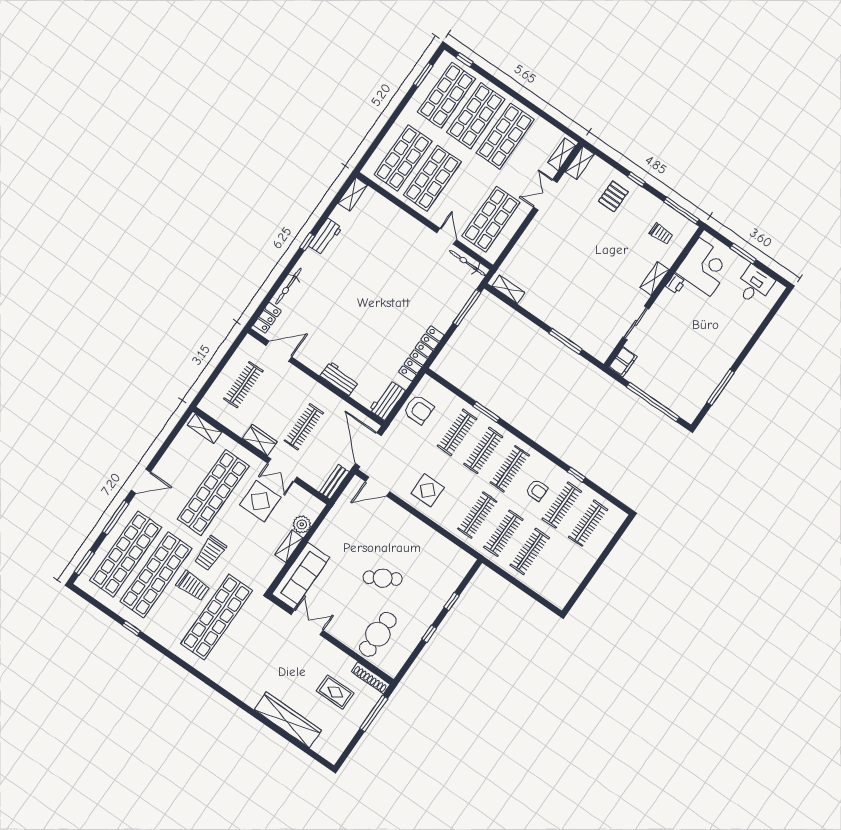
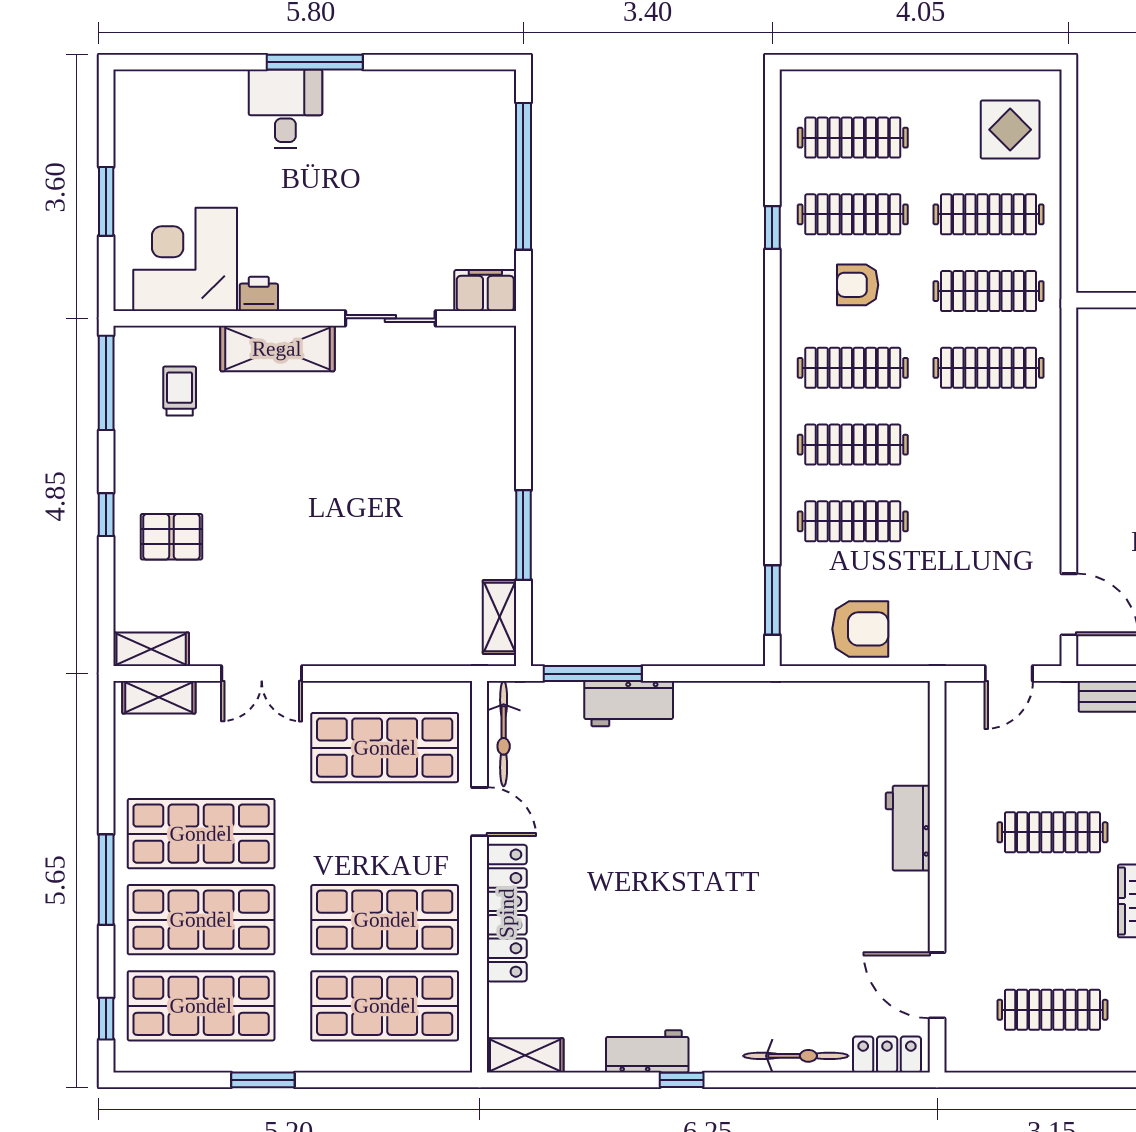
window: (423, 75) -> (263, 1080), moved
window: (512, 93) -> (106, 880), added
door: (447, 236) -> (480, 812), swing flipped
shelving: (654, 279) -> (277, 349), width x1.50, depth x1.33
desk: (754, 285) -> (285, 109), moved, turned 90
window: (566, 341) -> (523, 535), moved
locker: (421, 354) -> (507, 913), moved, turned -90
window: (721, 387) -> (315, 62), moved
workbench: (387, 400) -> (629, 704), moved
armchair: (419, 410) -> (860, 629), turned 90
window: (486, 412) -> (772, 600), moved
door: (368, 450) -> (1009, 674), width x0.53
display table: (428, 490) -> (1010, 130), moved
armchair: (537, 490) -> (858, 285), turned -90

